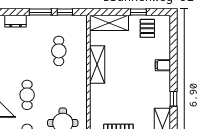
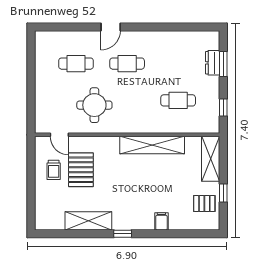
window: (40, 12) -> (223, 64), moved
dresser: (16, 21) -> (213, 63), moved
shelving: (97, 65) -> (152, 145), width x1.47

